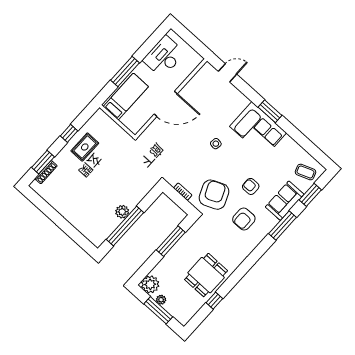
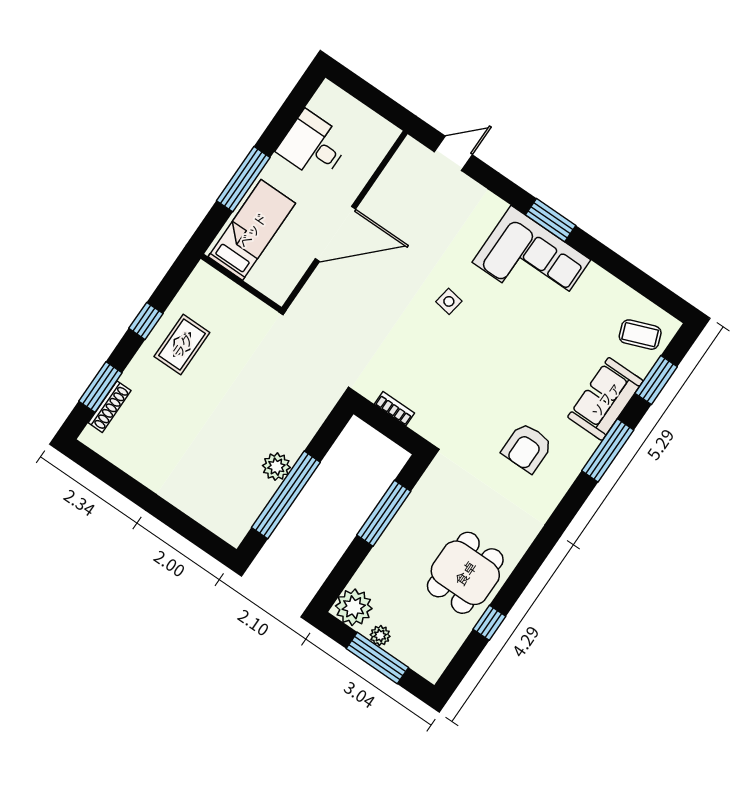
desk: (164, 56) -> (313, 146), width x0.73
armchair: (251, 186) -> (532, 379), removed
armchair: (214, 195) -> (459, 406), removed

